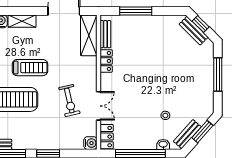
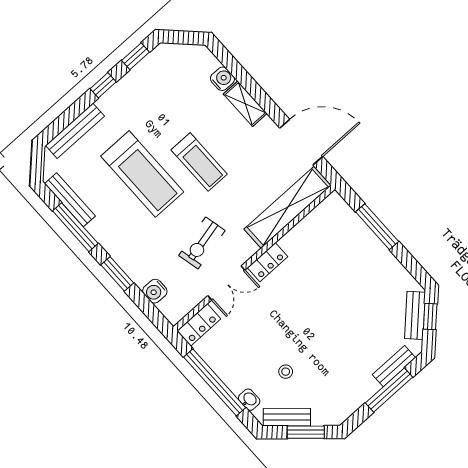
bench: (105, 34) -> (394, 366), moved
shelving: (89, 35) -> (288, 207), width x1.47
locker: (106, 61) -> (267, 262), moved
water cooler: (90, 143) -> (155, 291), moved, turned 90

